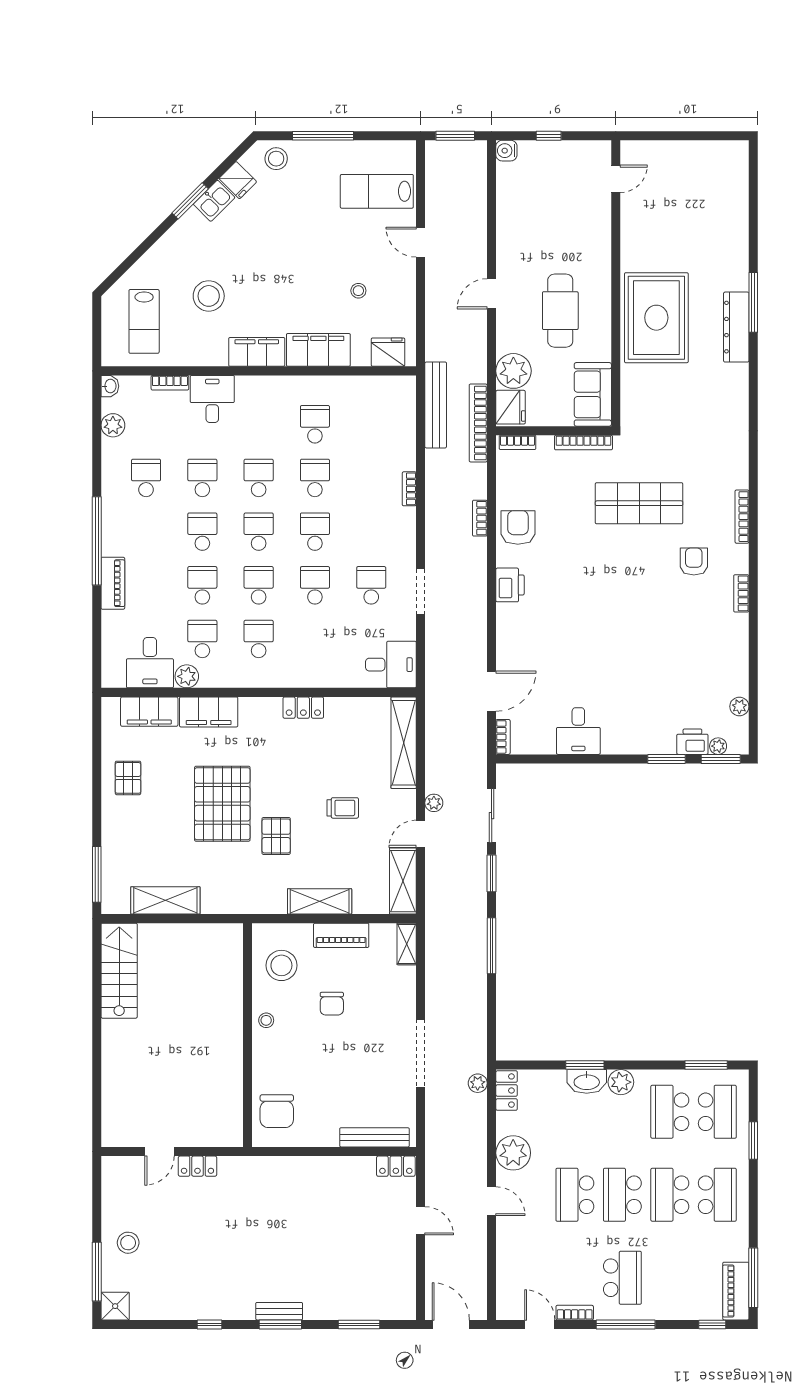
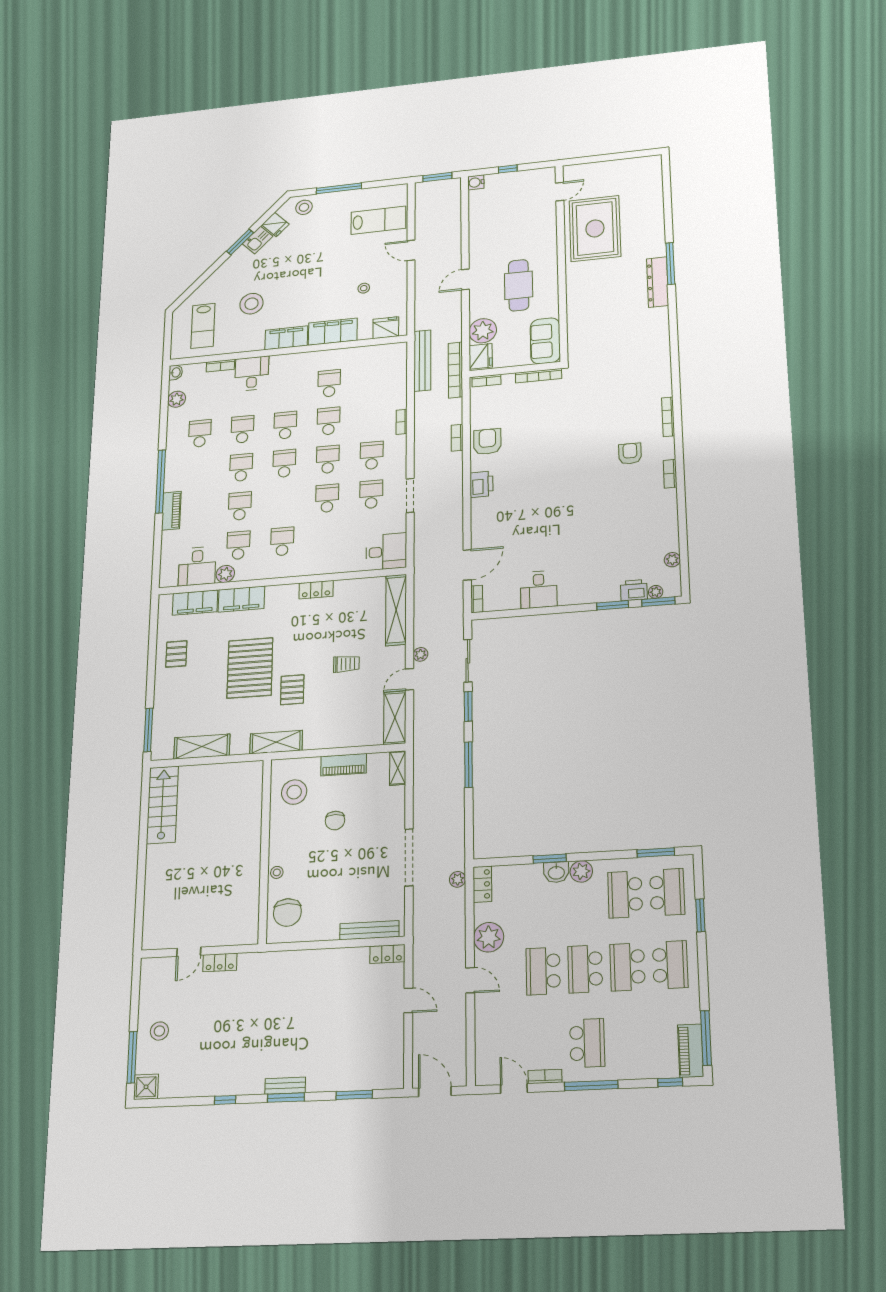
lab bench: (377, 191) -> (378, 220), turned 180
rug: (656, 318) -> (595, 228), moved
shop shelf: (639, 503) -> (584, 415), removed
school desk: (259, 585) -> (372, 455), moved
shelving: (320, 901) -> (276, 742), moved
stool: (266, 1020) -> (277, 872), moved
washbasin: (587, 1081) -> (556, 872), width x0.72

